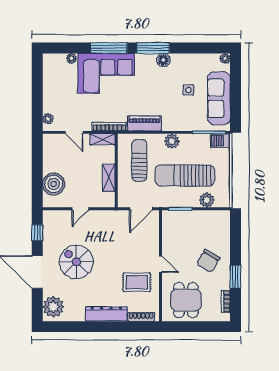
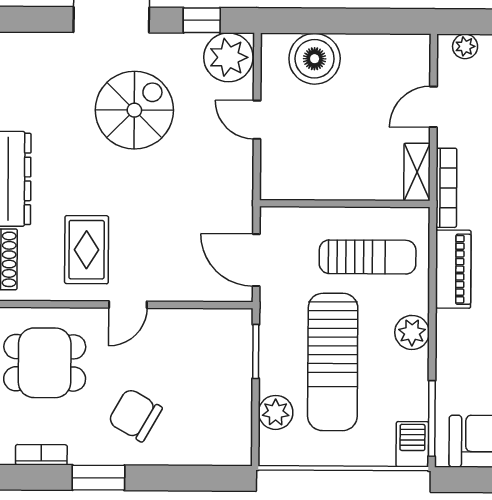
sun lounger: (185, 175) -> (333, 362), turned 180
shelving: (109, 178) -> (328, 186), removed
plant: (53, 307) -> (228, 57), moved

